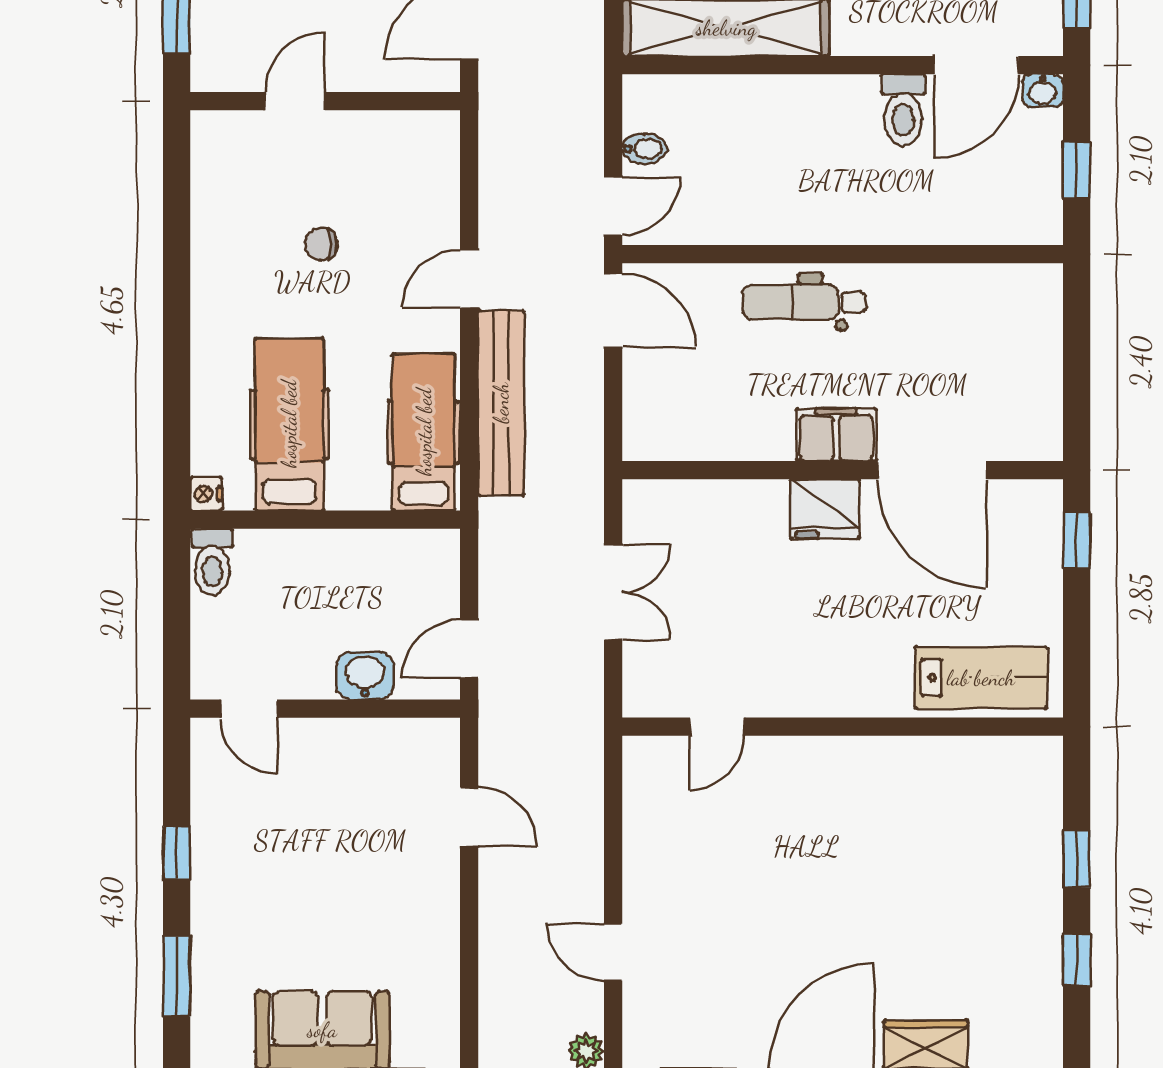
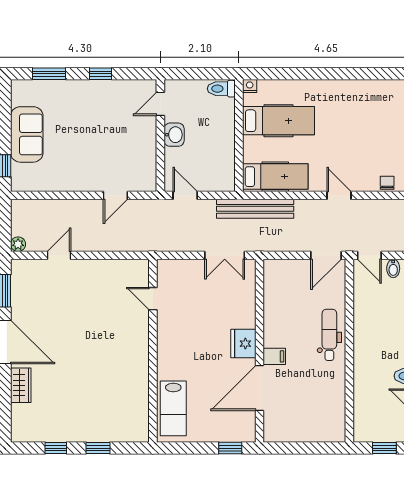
chair: (321, 244) -> (387, 183), moved
bench: (501, 403) -> (255, 209), moved
filing cabinet: (836, 435) -> (274, 356), width x0.50
double door: (613, 592) -> (225, 255), moved
washbasin: (365, 676) -> (174, 135), moved

